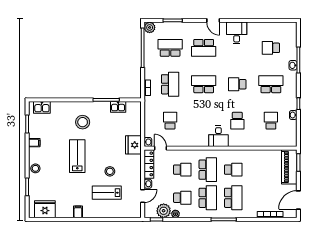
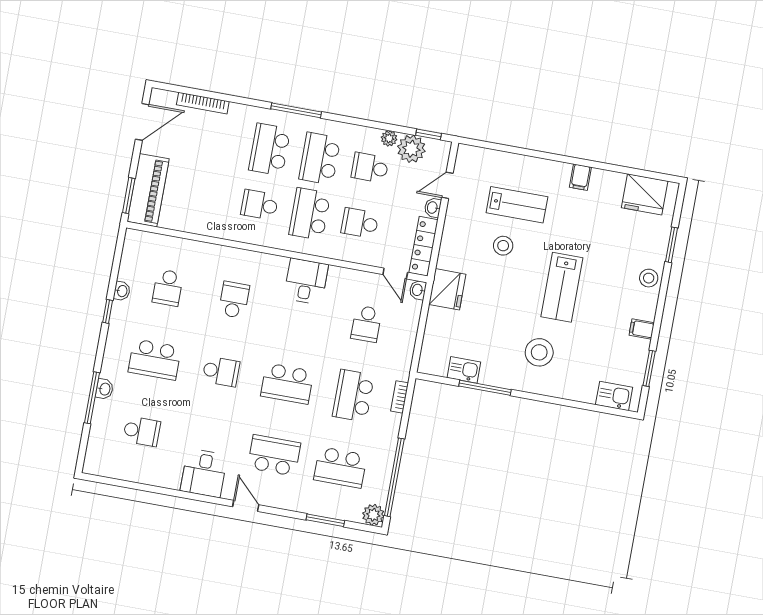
desk: (218, 136) -> (306, 281), moved

